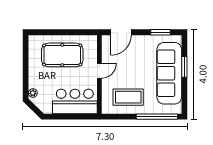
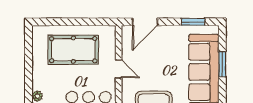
door: (99, 71) -> (119, 69), hinge flipped

